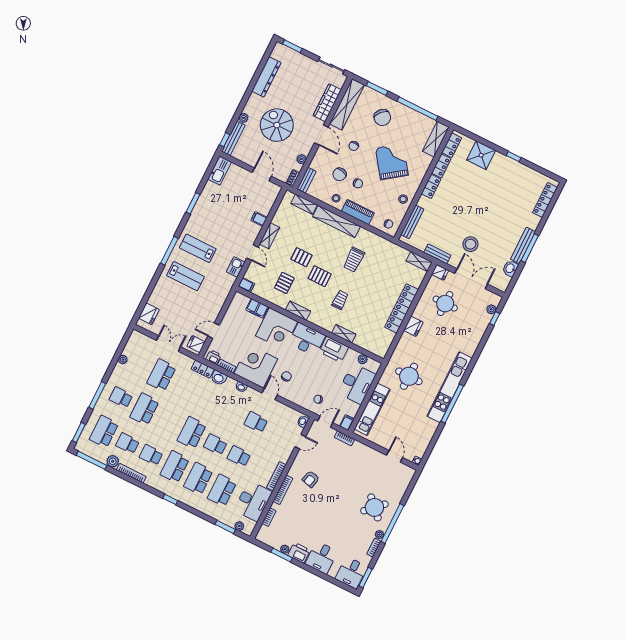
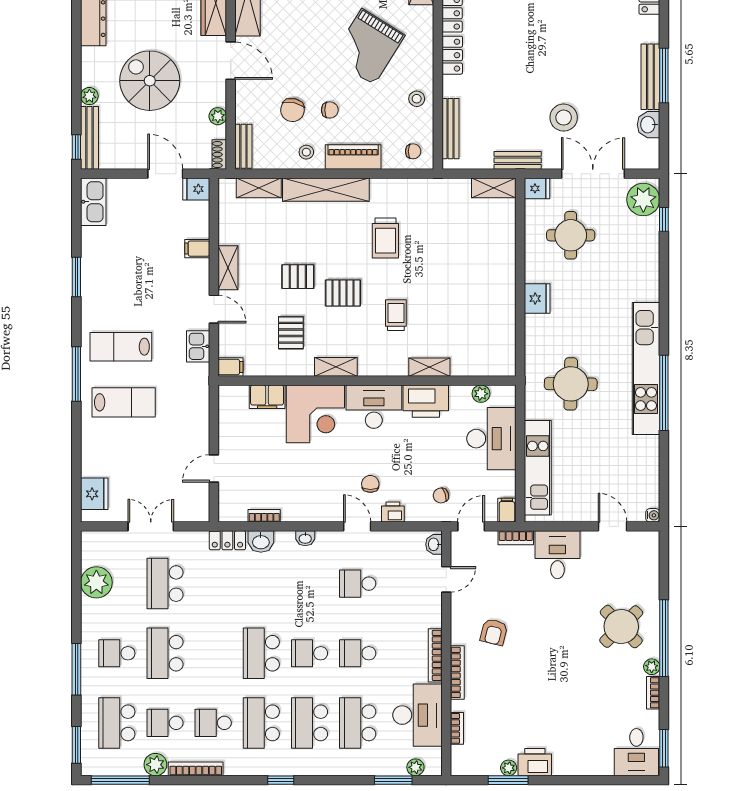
chair: (354, 146) -> (292, 52), removed
grand piano: (392, 162) -> (368, 47), turned -112
locker: (402, 308) -> (503, 279), removed
plant: (491, 309) -> (643, 200), width x1.87, depth x1.87
fridge: (196, 344) -> (196, 189), moved
printer: (213, 357) -> (393, 512), moved
plant: (123, 360) -> (96, 582), width x1.88, depth x1.88
corner desk: (256, 366) -> (312, 492), removed
desk: (321, 558) -> (557, 555), moved, turned 180

